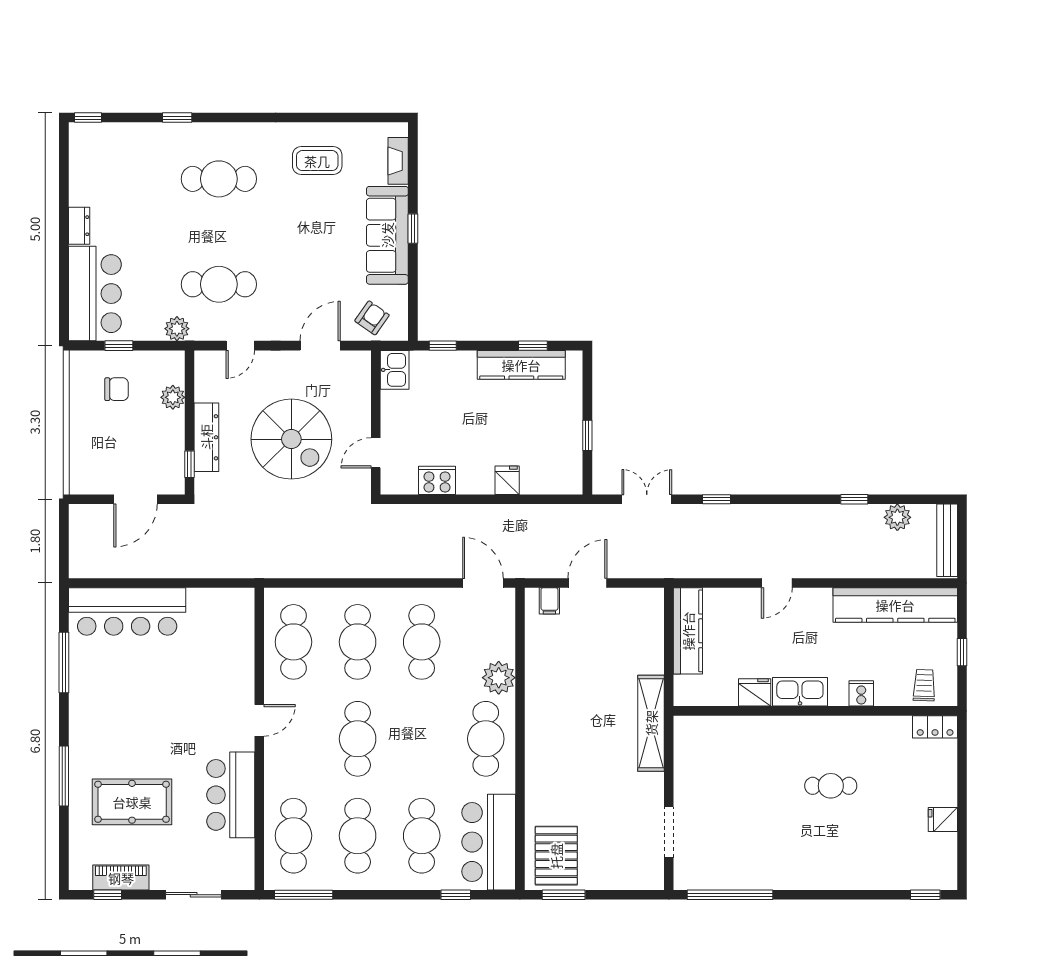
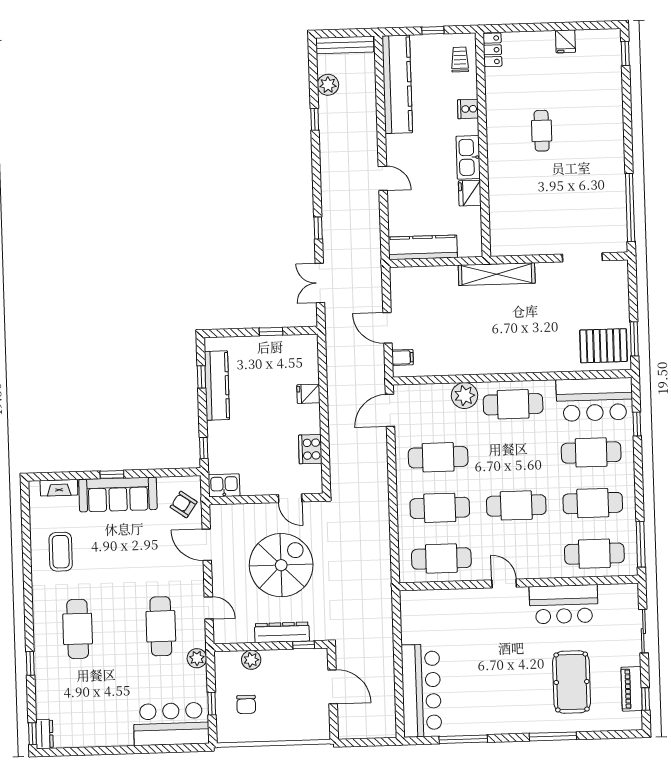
dresser: (79, 226) -> (44, 734), moved, turned 90
chair: (117, 389) -> (246, 704), turned 180
trolley: (924, 685) -> (460, 59), turned 88

